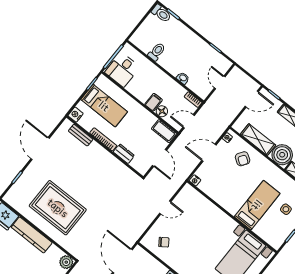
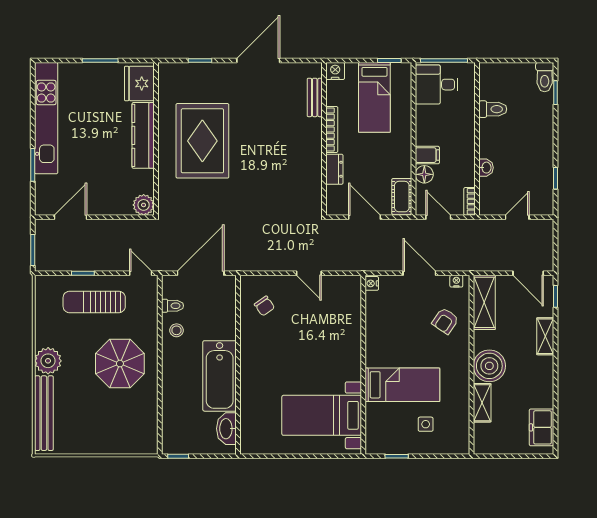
shelving: (258, 140) -> (484, 302), moved
door: (160, 158) -> (364, 217), swing flipped

